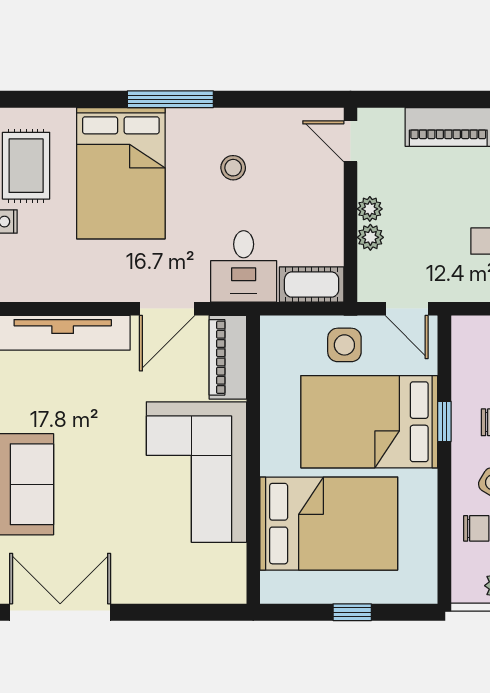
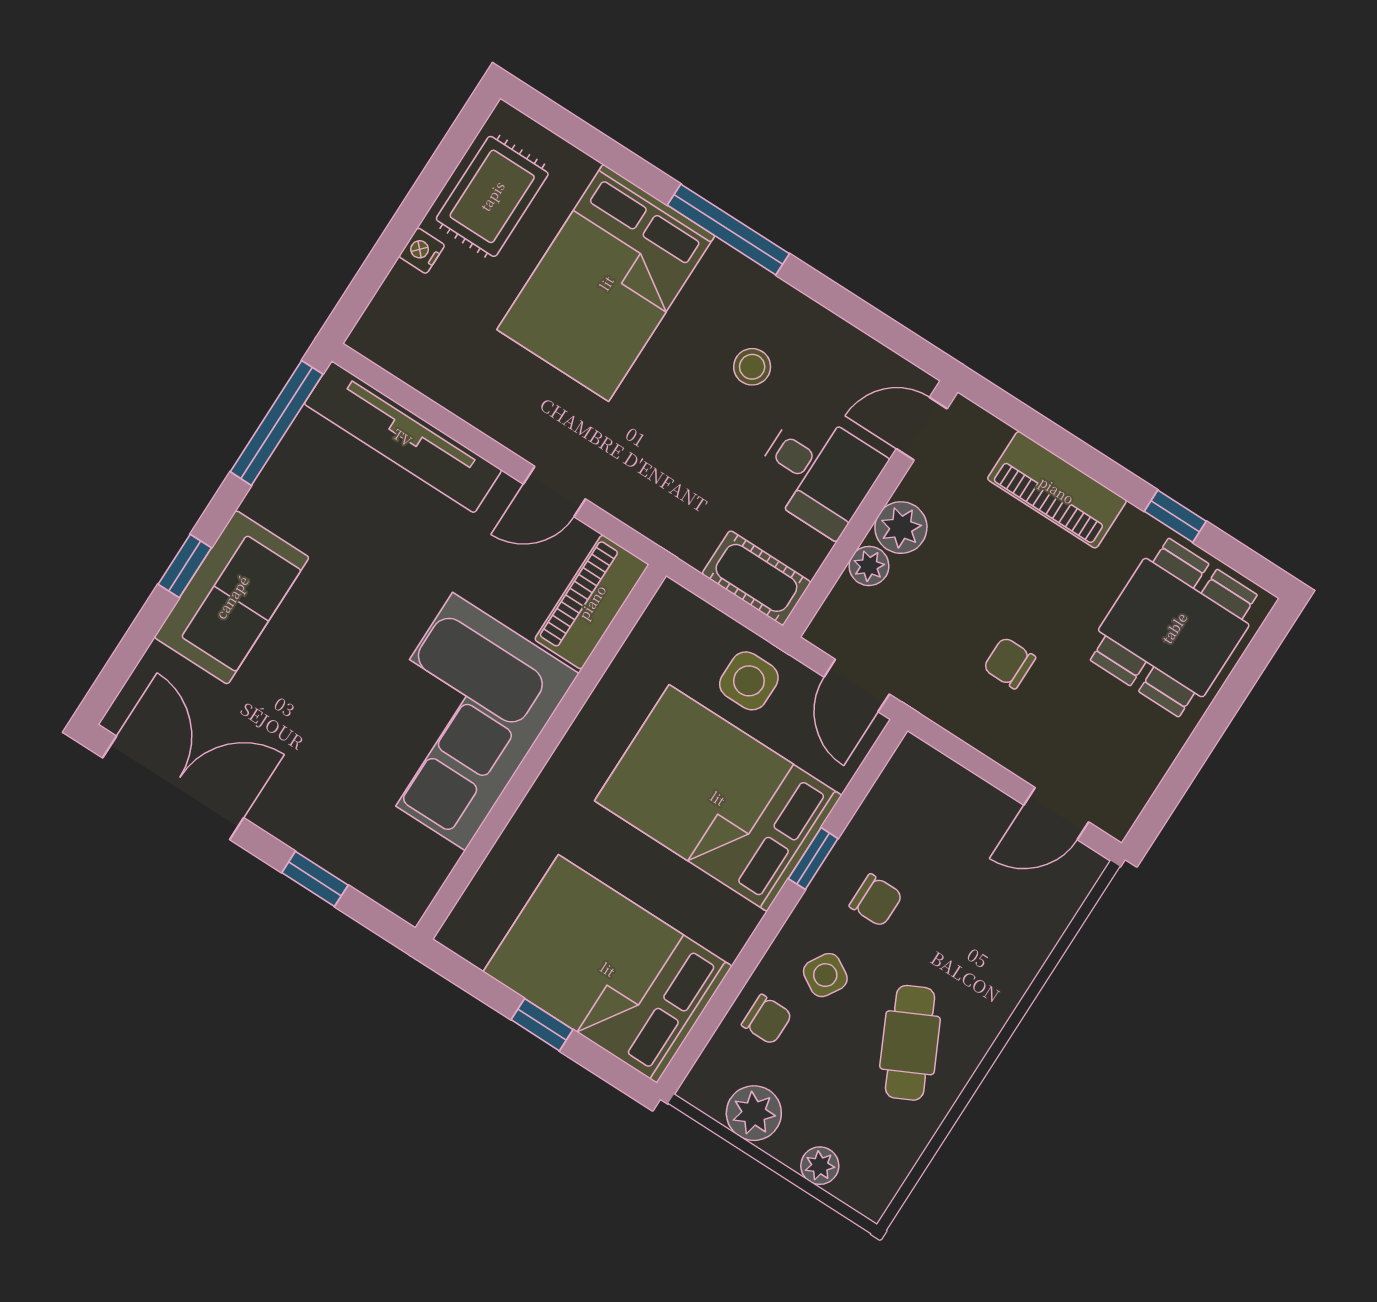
door: (351, 141) -> (922, 429), hinge flipped
plant: (370, 209) -> (901, 528), width x1.38, depth x1.38
desk: (244, 266) -> (818, 472), moved, turned -90
door: (167, 309) -> (554, 491), width x0.73
bed: (329, 524) -> (608, 969), moved, turned 180
window: (172, 612) -> (315, 879), added

